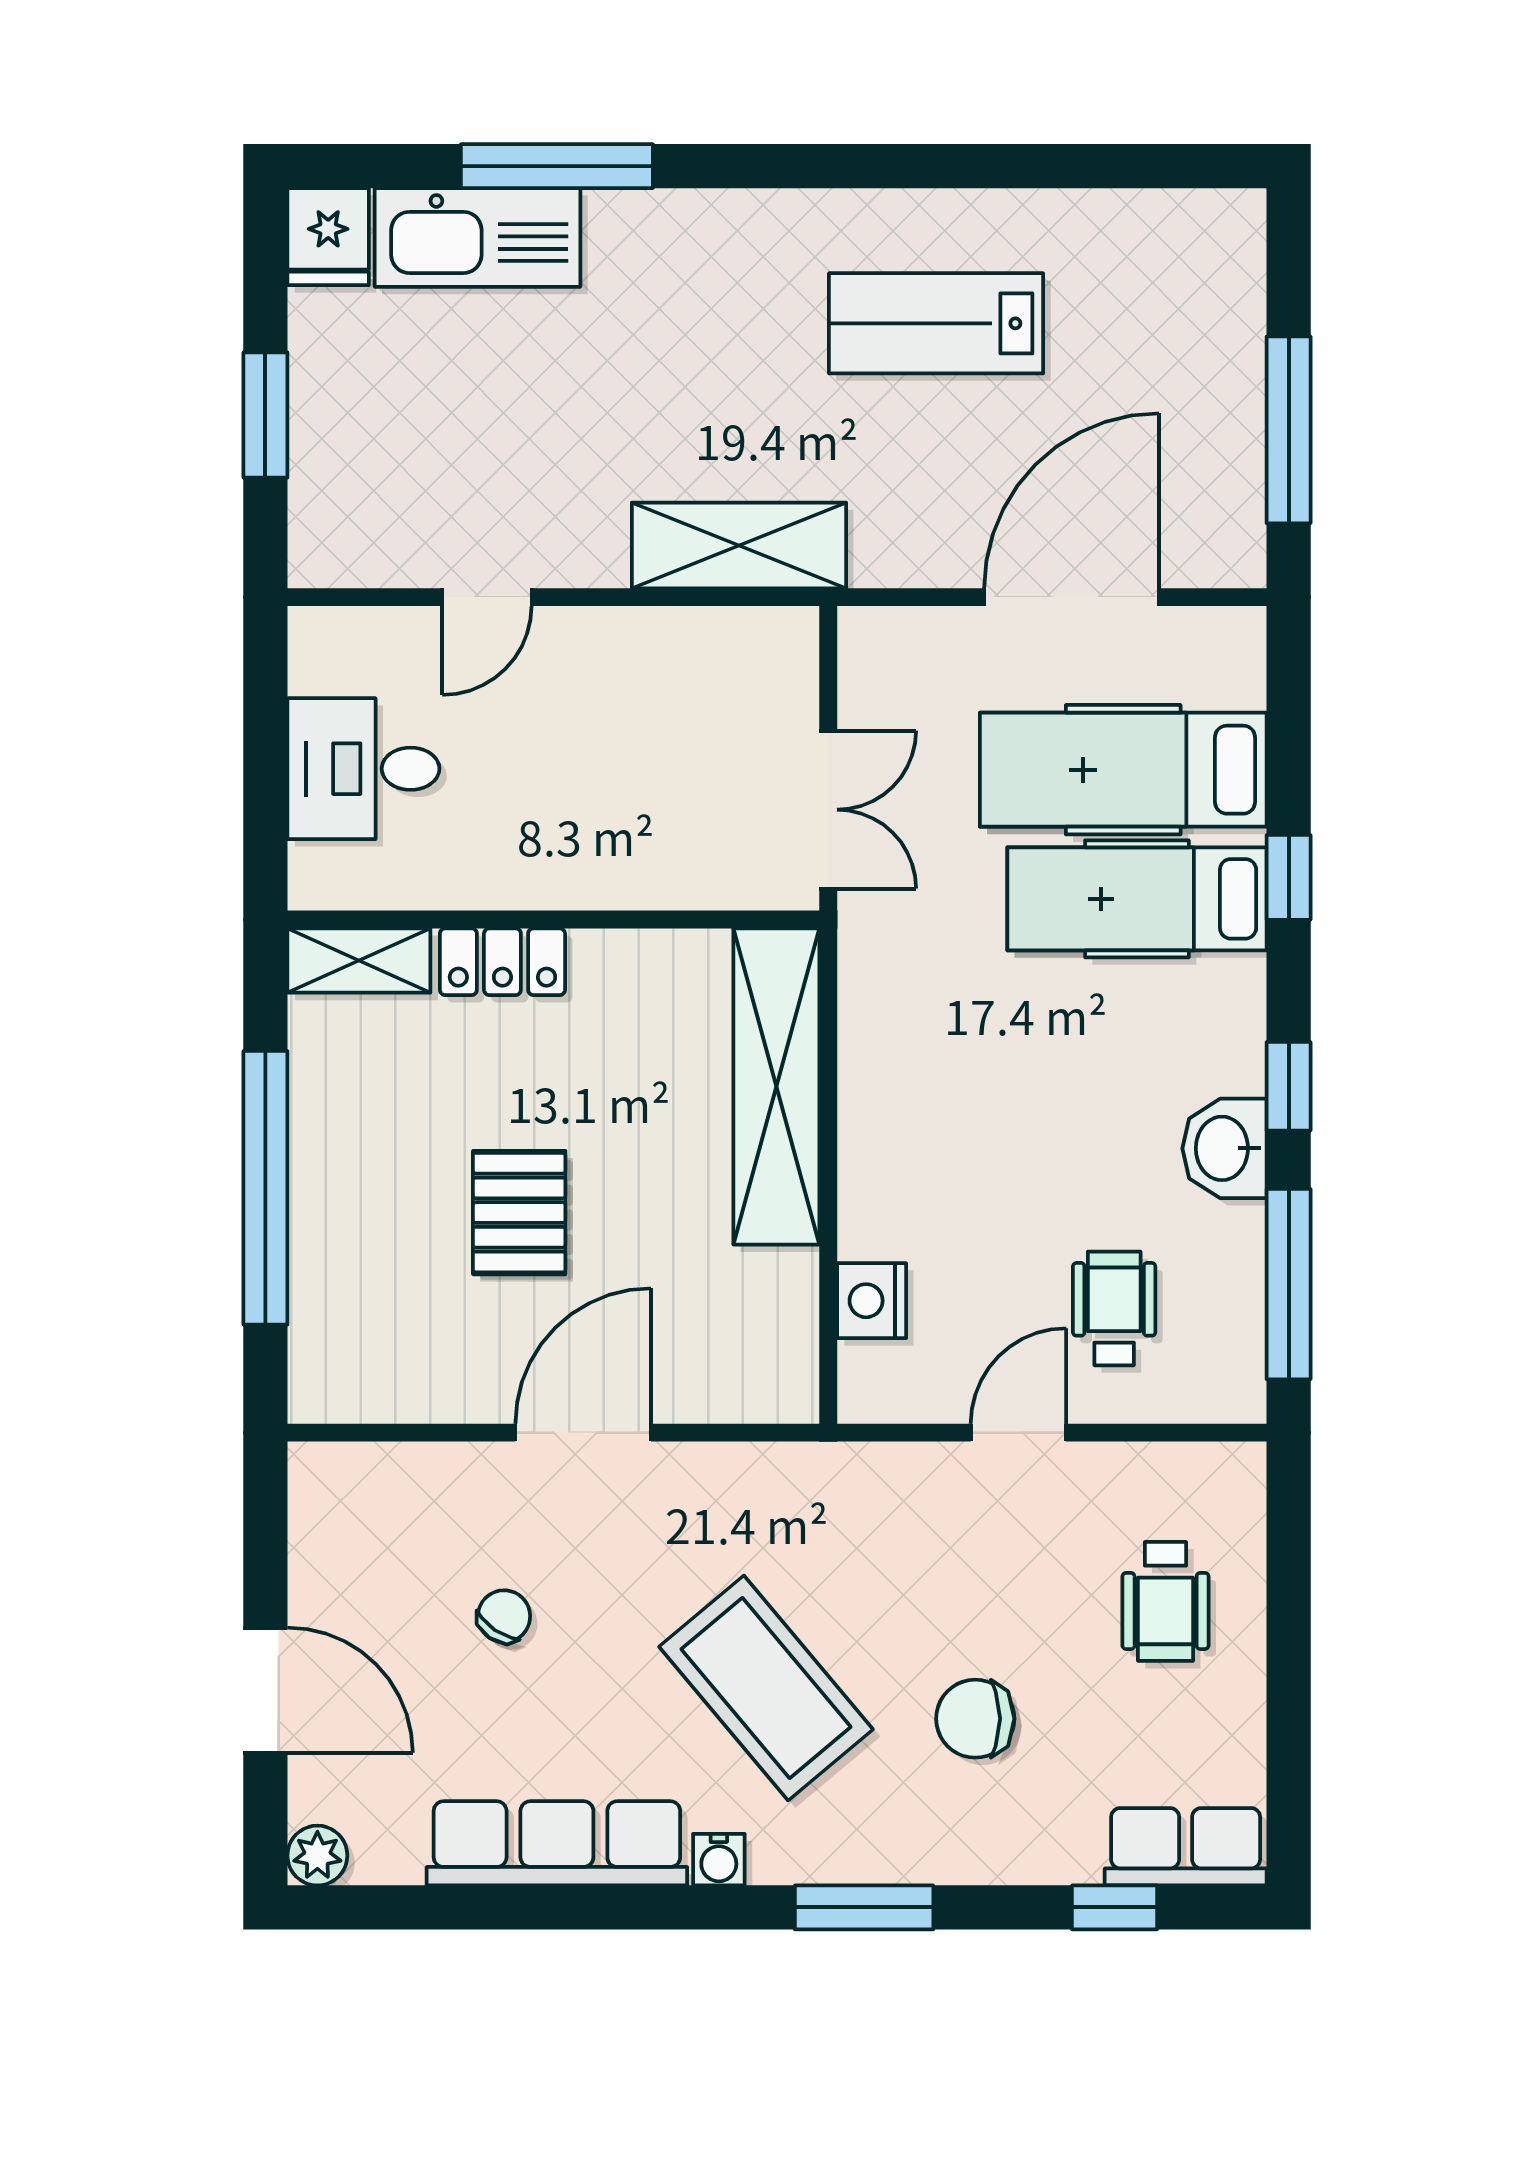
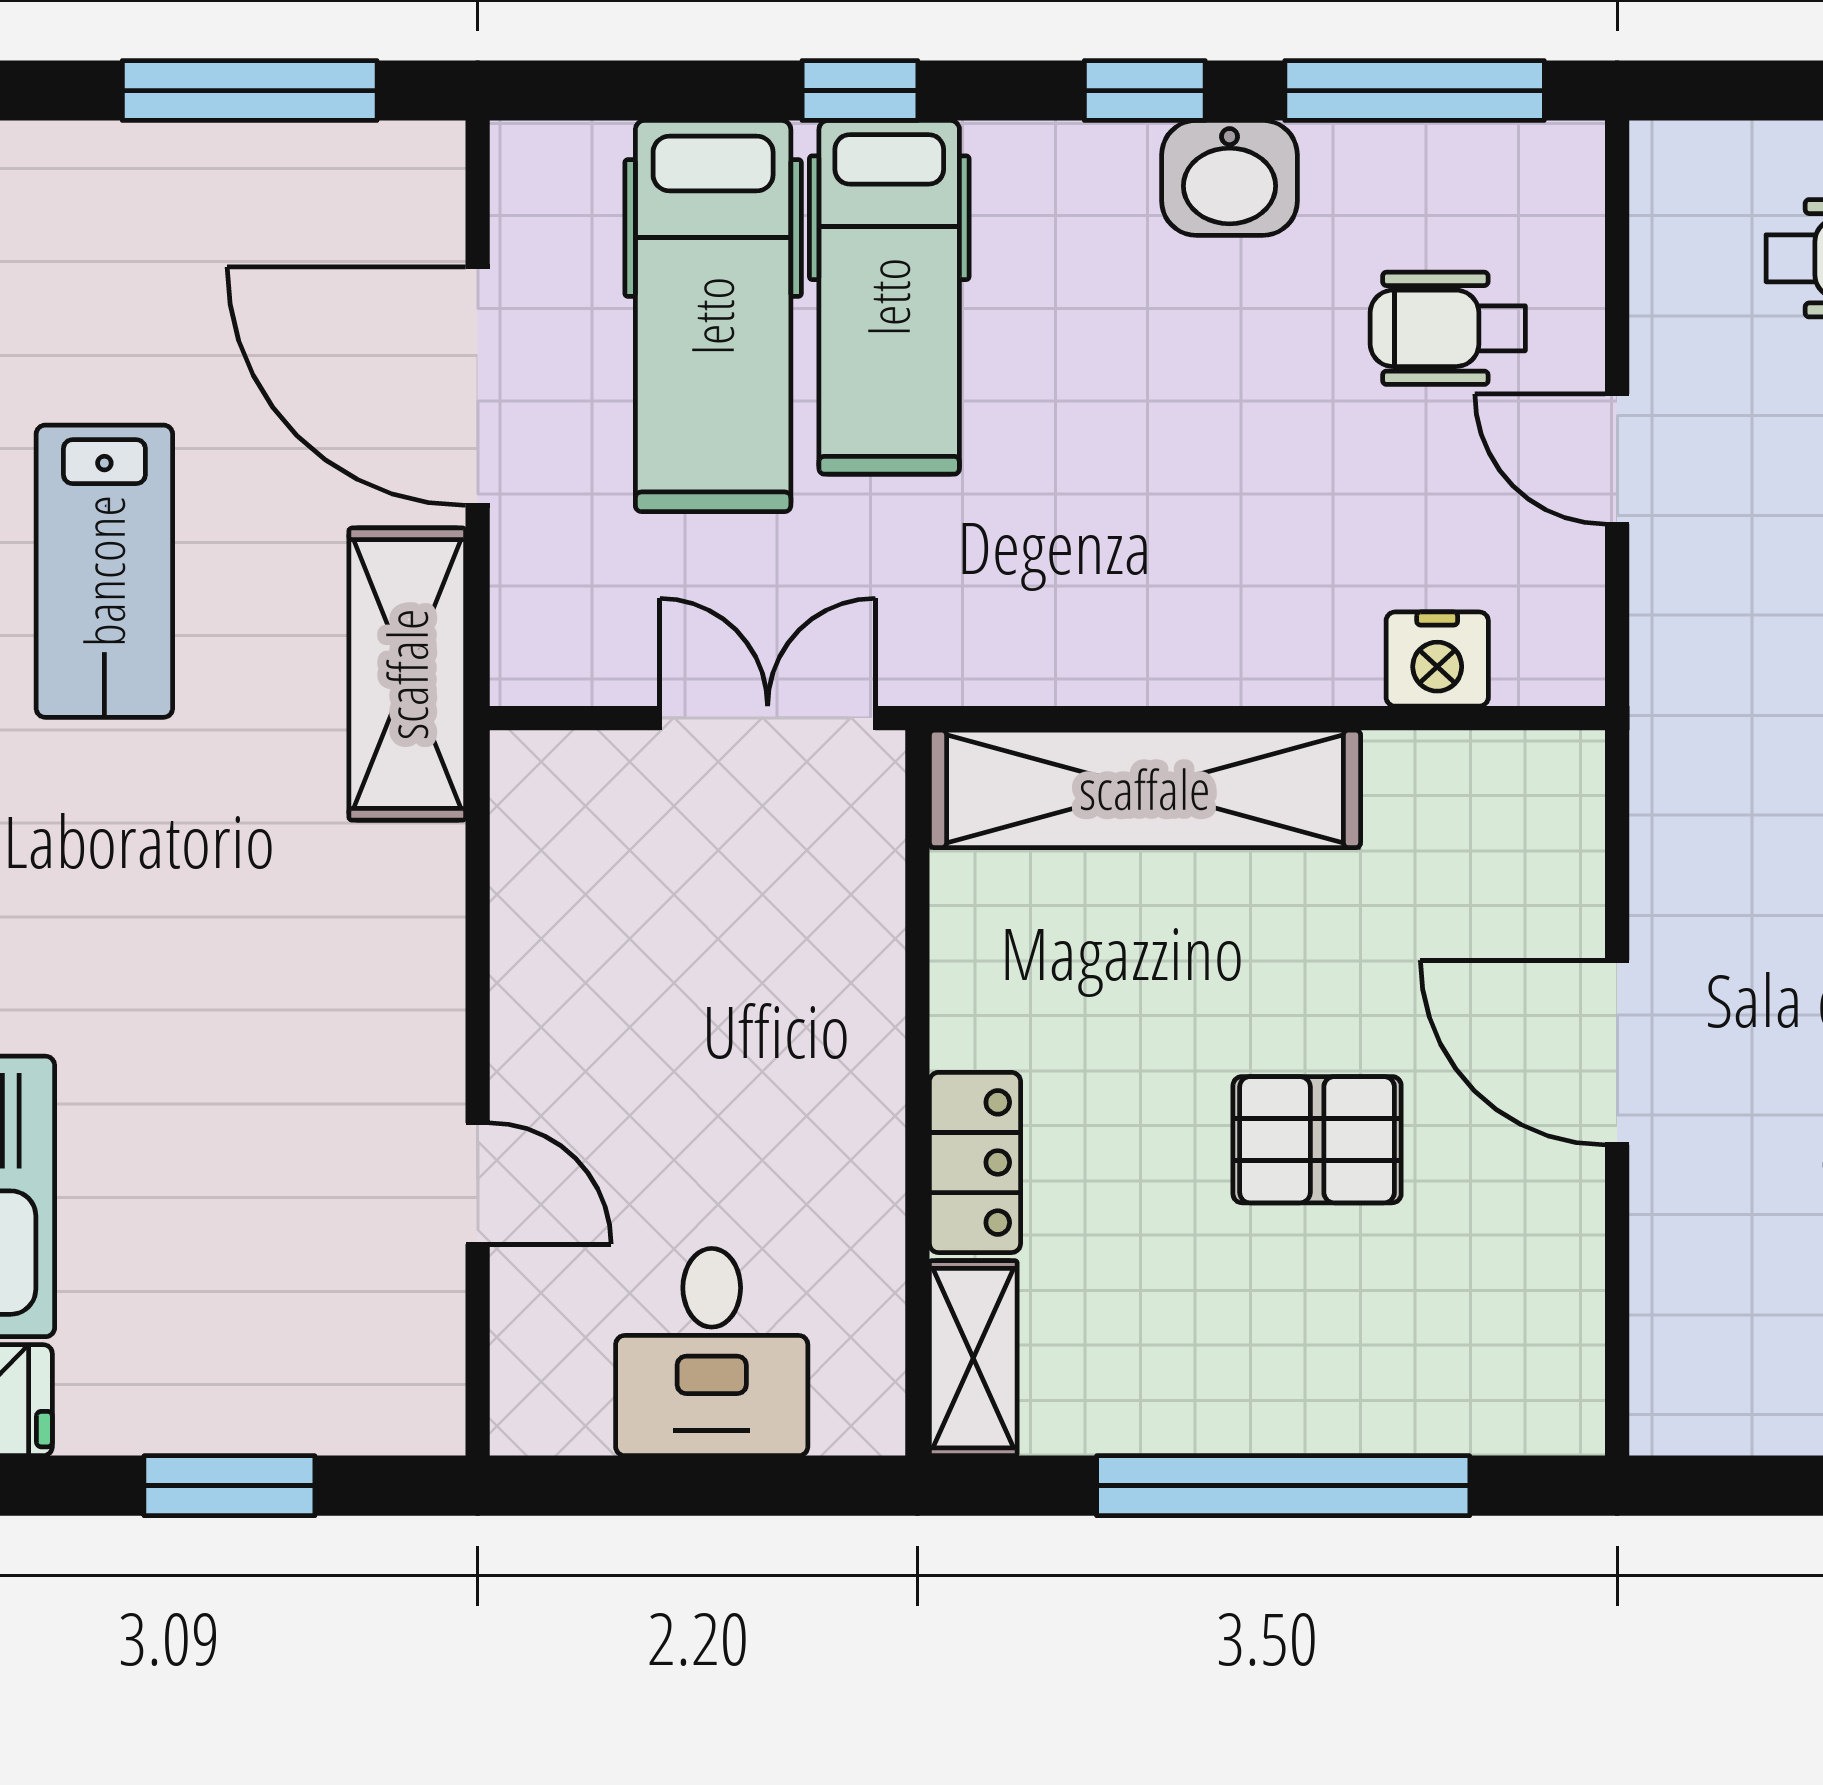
shelving: (739, 545) -> (407, 674), moved

